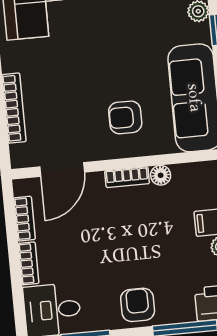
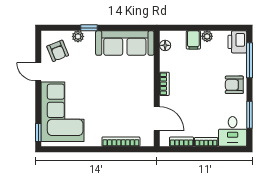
armchair: (125, 117) -> (132, 82), removed
floor lamp: (161, 175) -> (165, 45), moved

